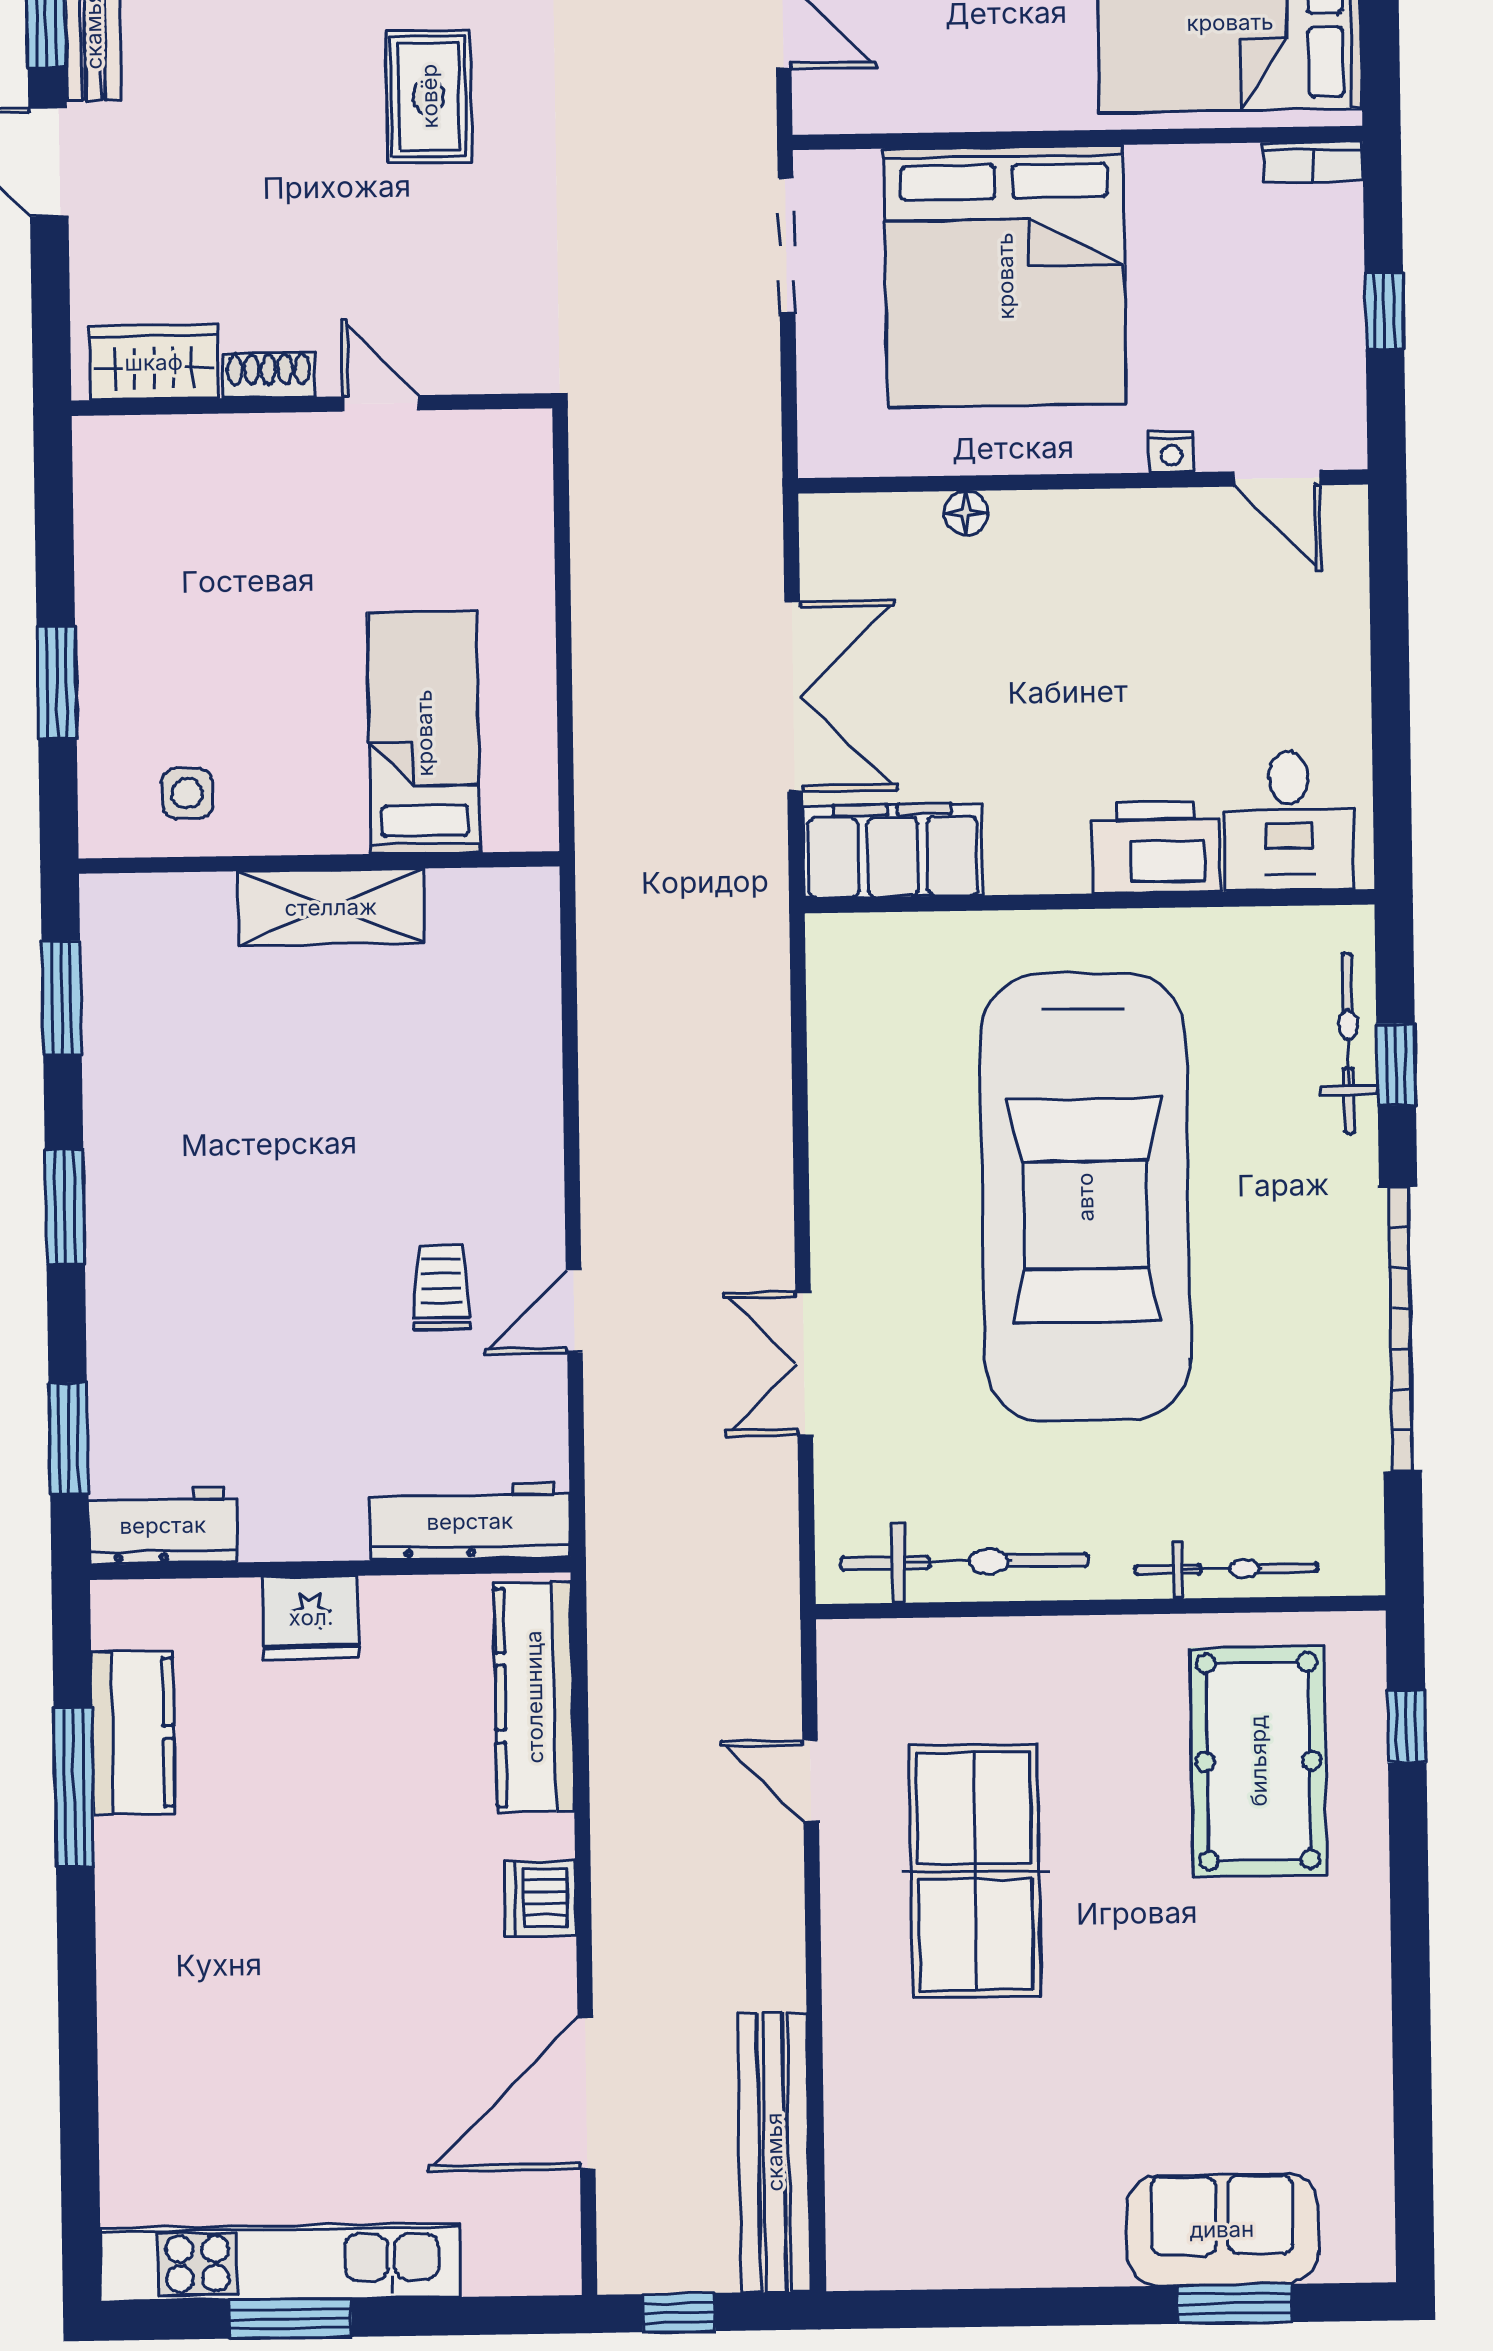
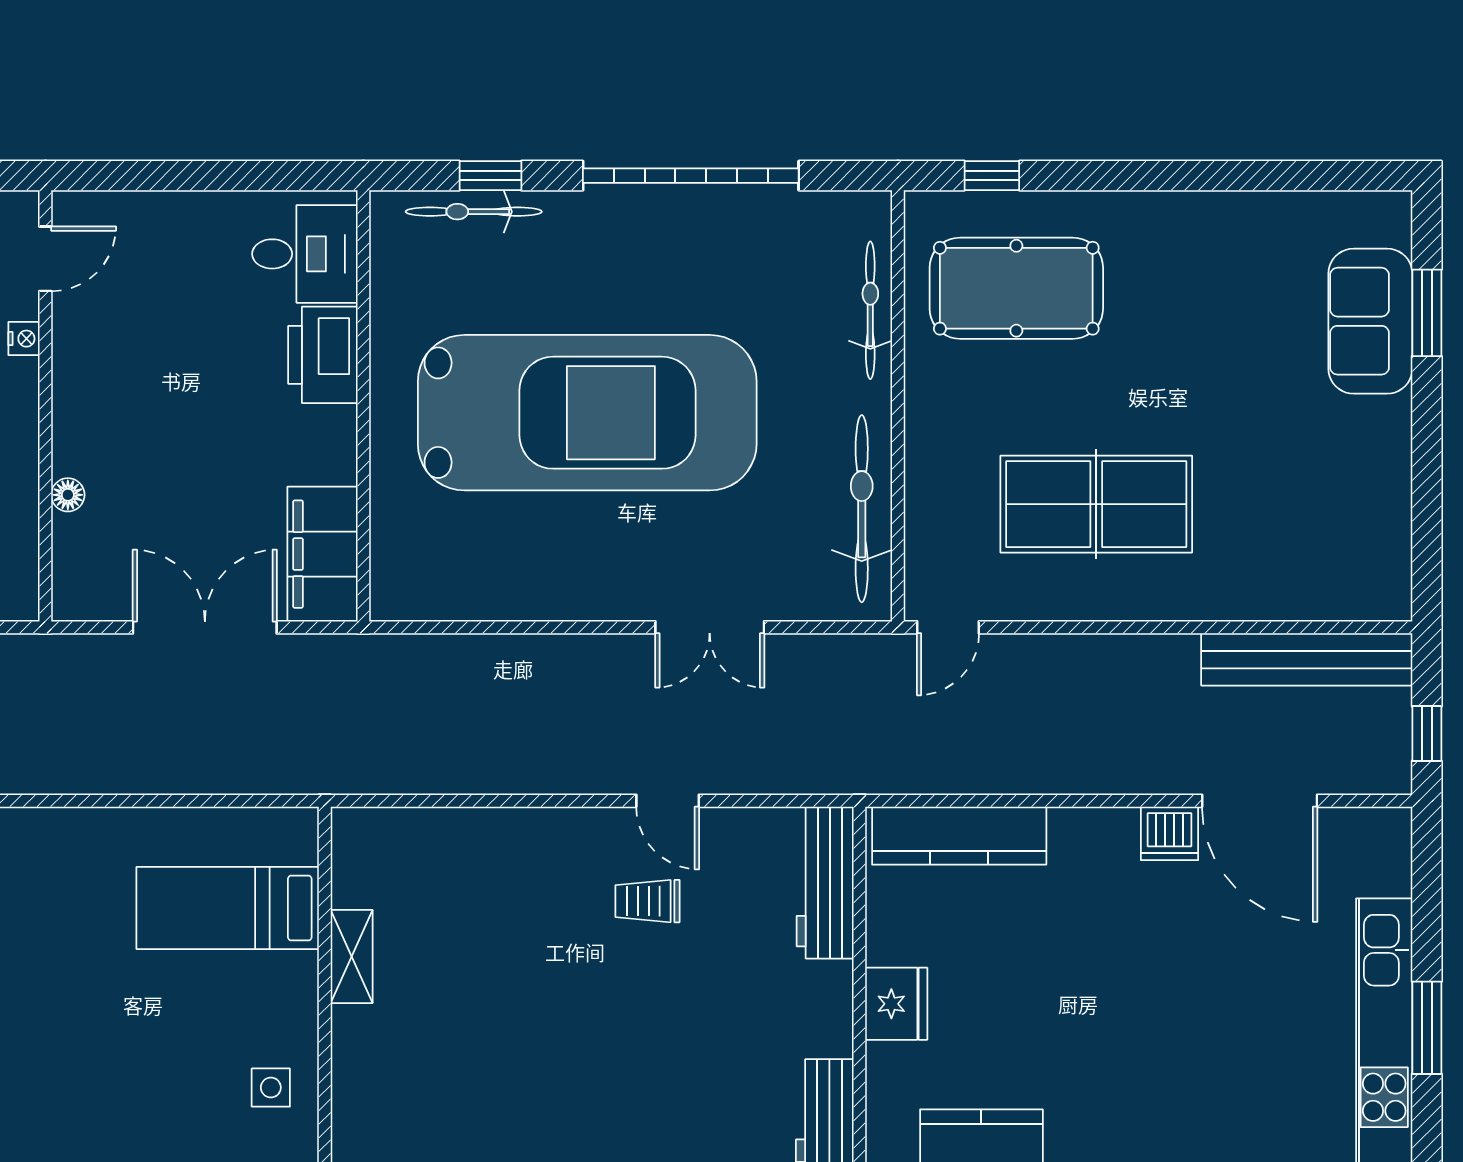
shelving: (331, 907) -> (352, 957), width x0.67, depth x0.75
door: (811, 1781) -> (948, 627), moved
dishwasher: (540, 1898) -> (1169, 833), moved

